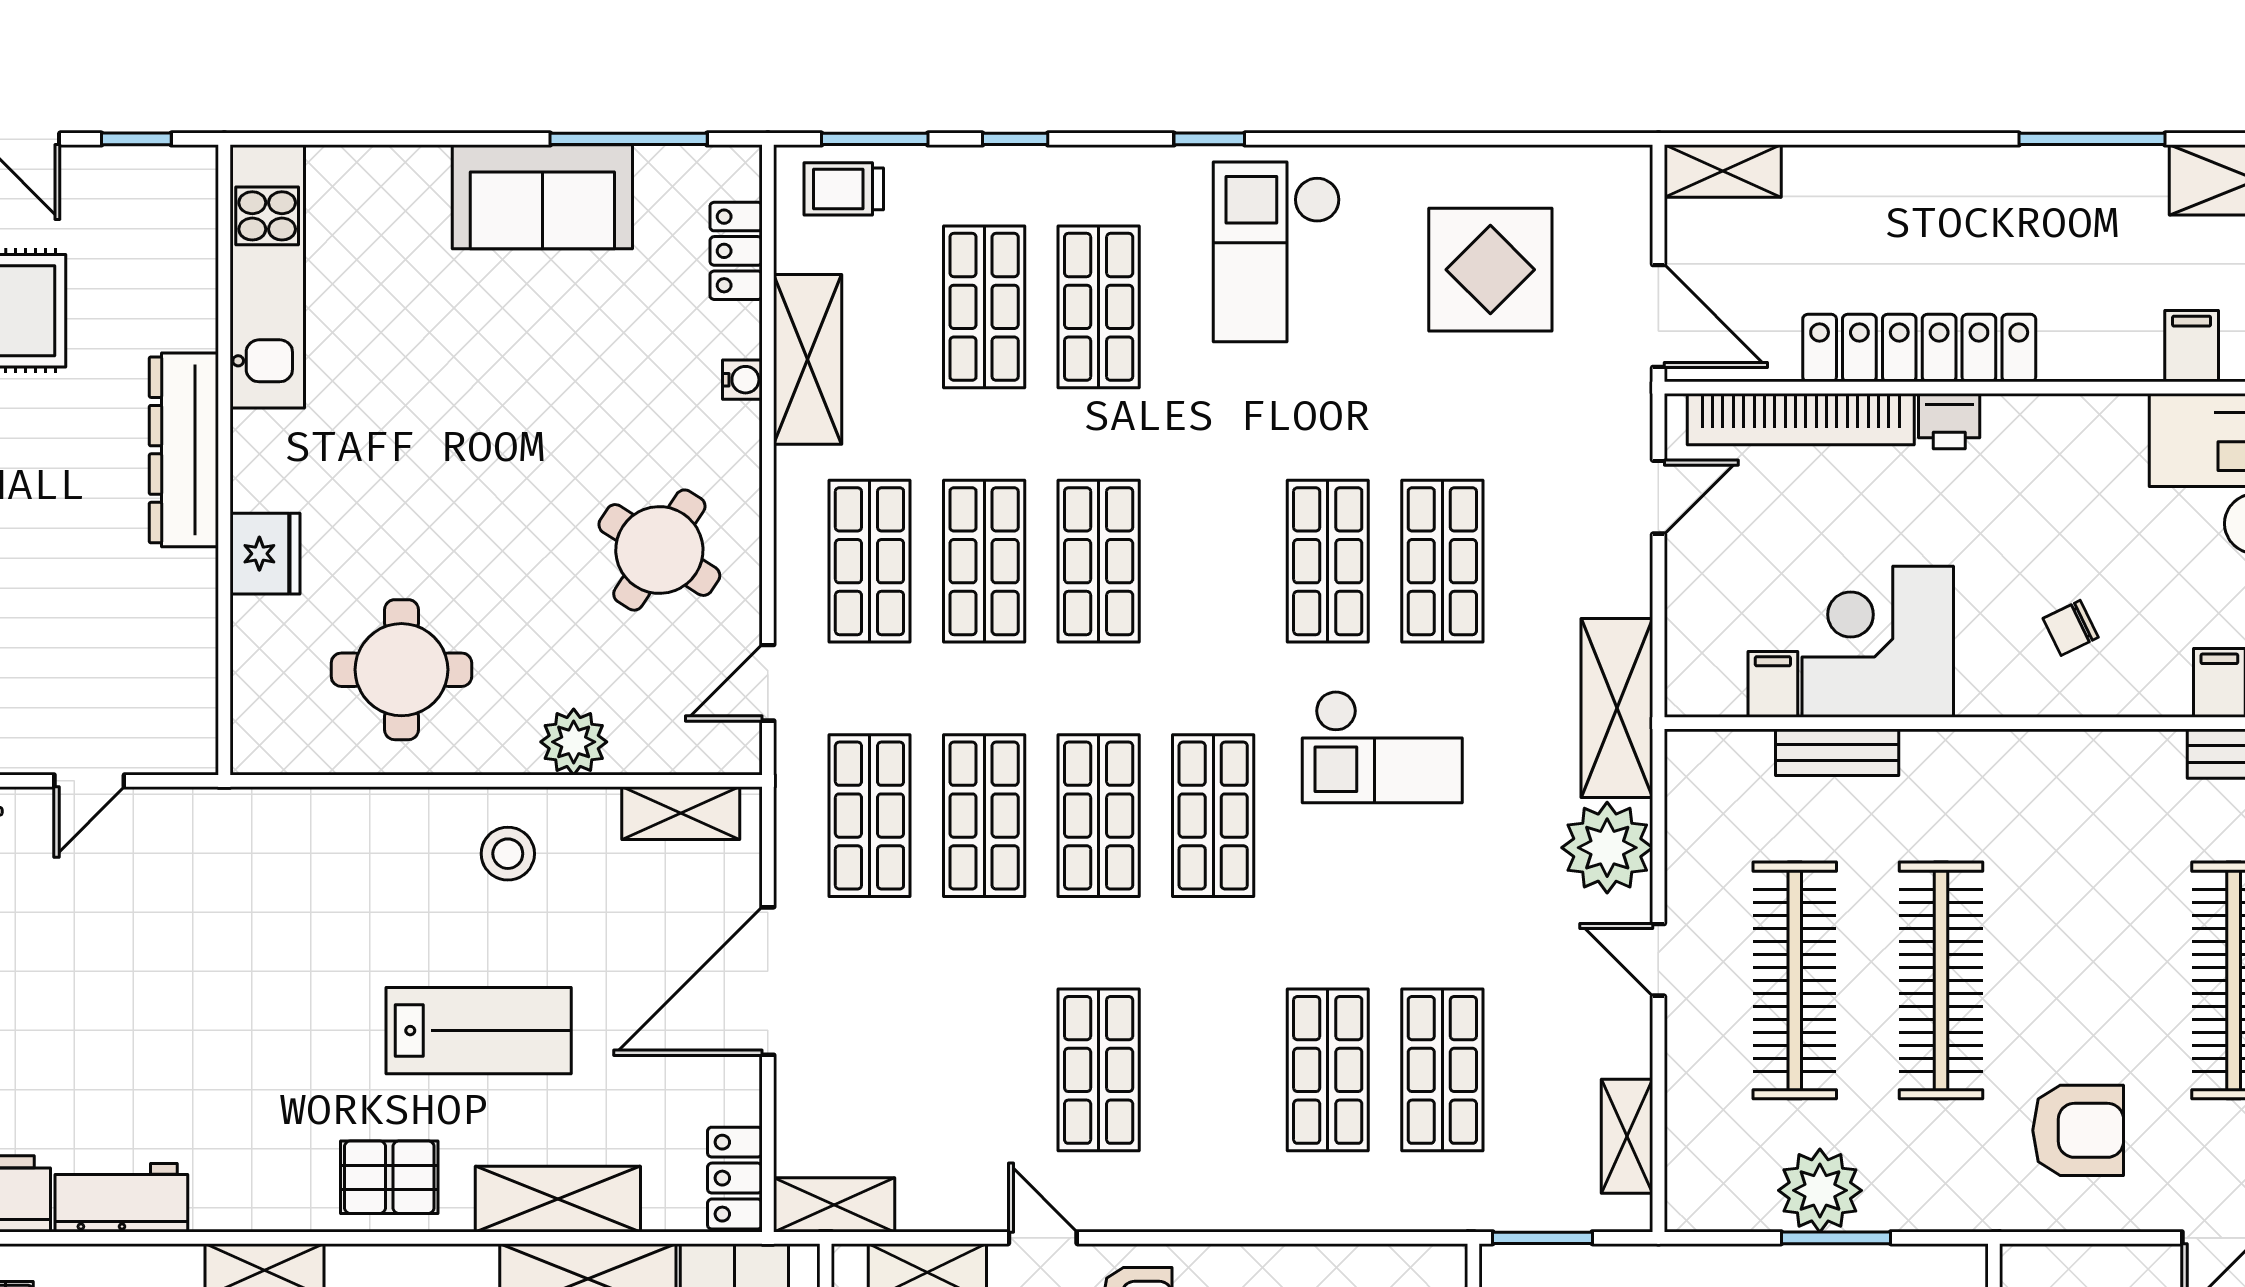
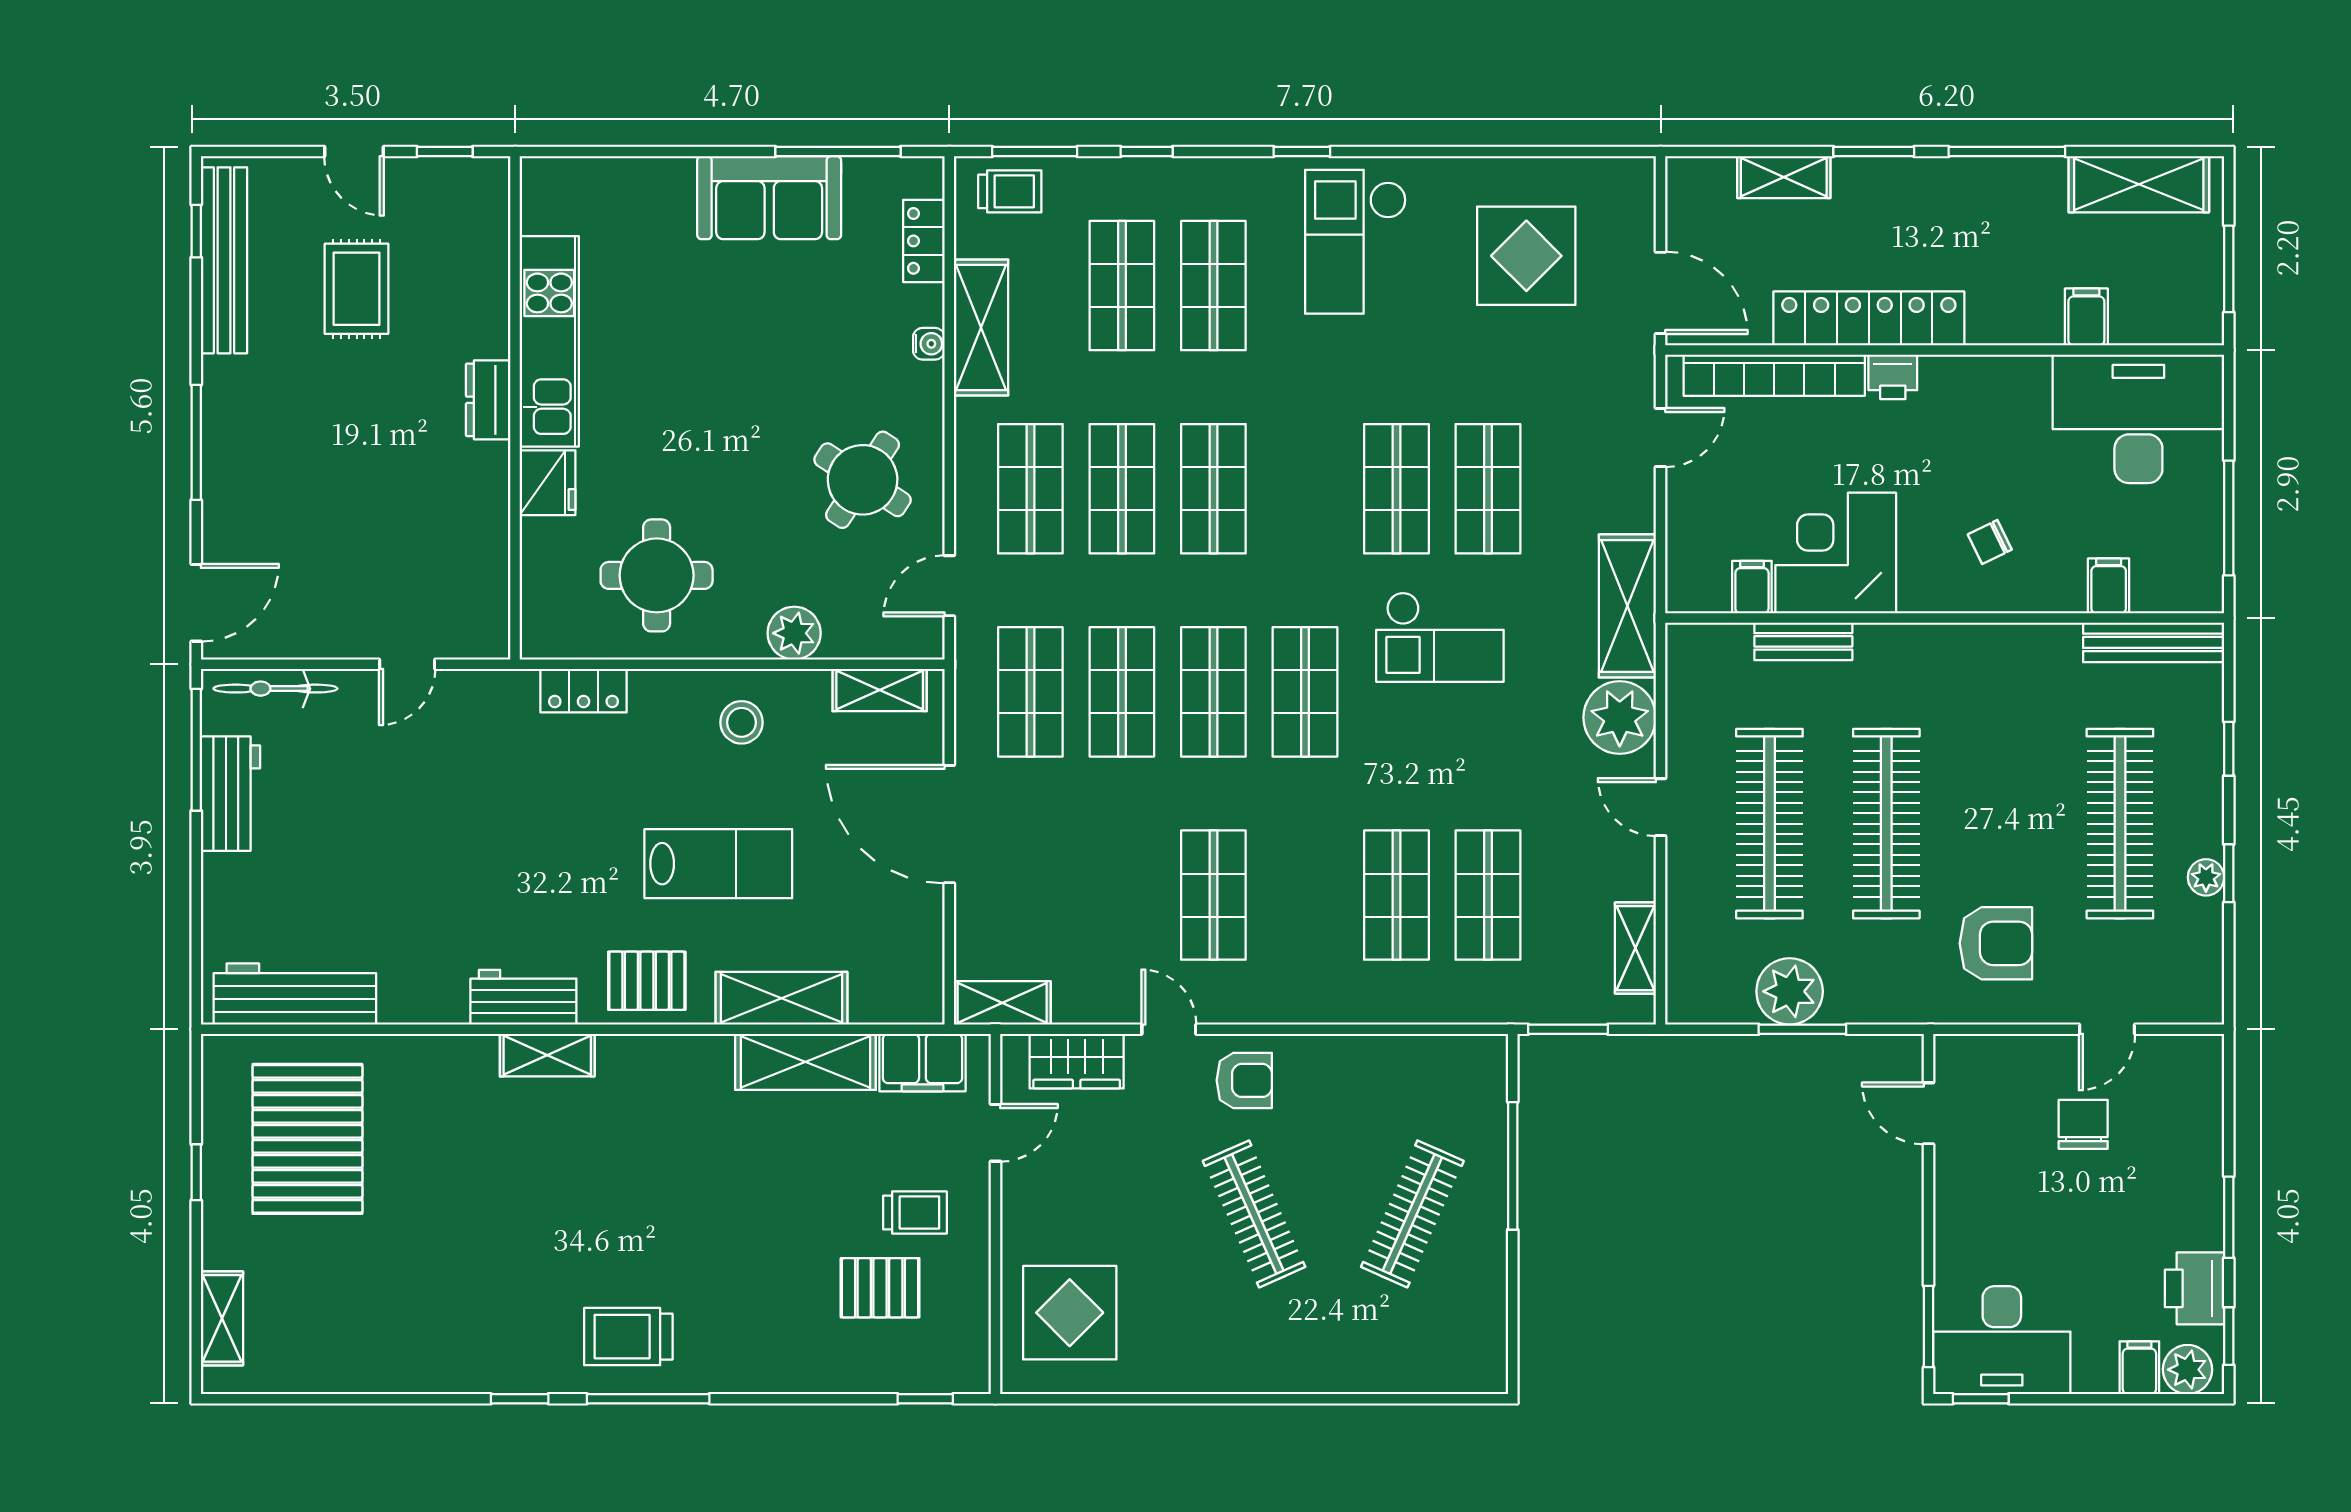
window: (1925, 139) -> (1874, 151), added
shelving: (1723, 171) -> (1784, 177), moved
trolley: (844, 189) -> (1010, 191), turned 180
kitchen unit: (267, 276) -> (549, 341), moved
dresser: (184, 450) -> (488, 400), width x0.51, depth x0.80
door: (768, 981) -> (949, 824), hinge flipped
locker: (735, 1178) -> (584, 691), moved, turned -90
workbench: (121, 1198) -> (523, 997), moved

